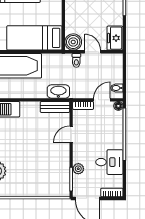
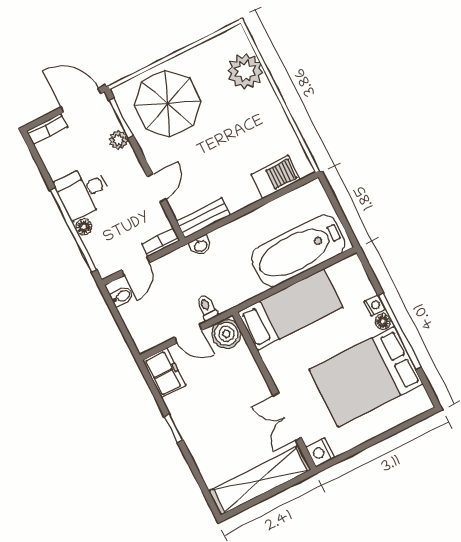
washbasin: (58, 91) -> (200, 246), width x0.52, depth x0.69
floor lamp: (118, 106) -> (84, 227), moved
desk: (109, 162) -> (84, 192), moved
parasol: (44, 175) -> (167, 104), added

